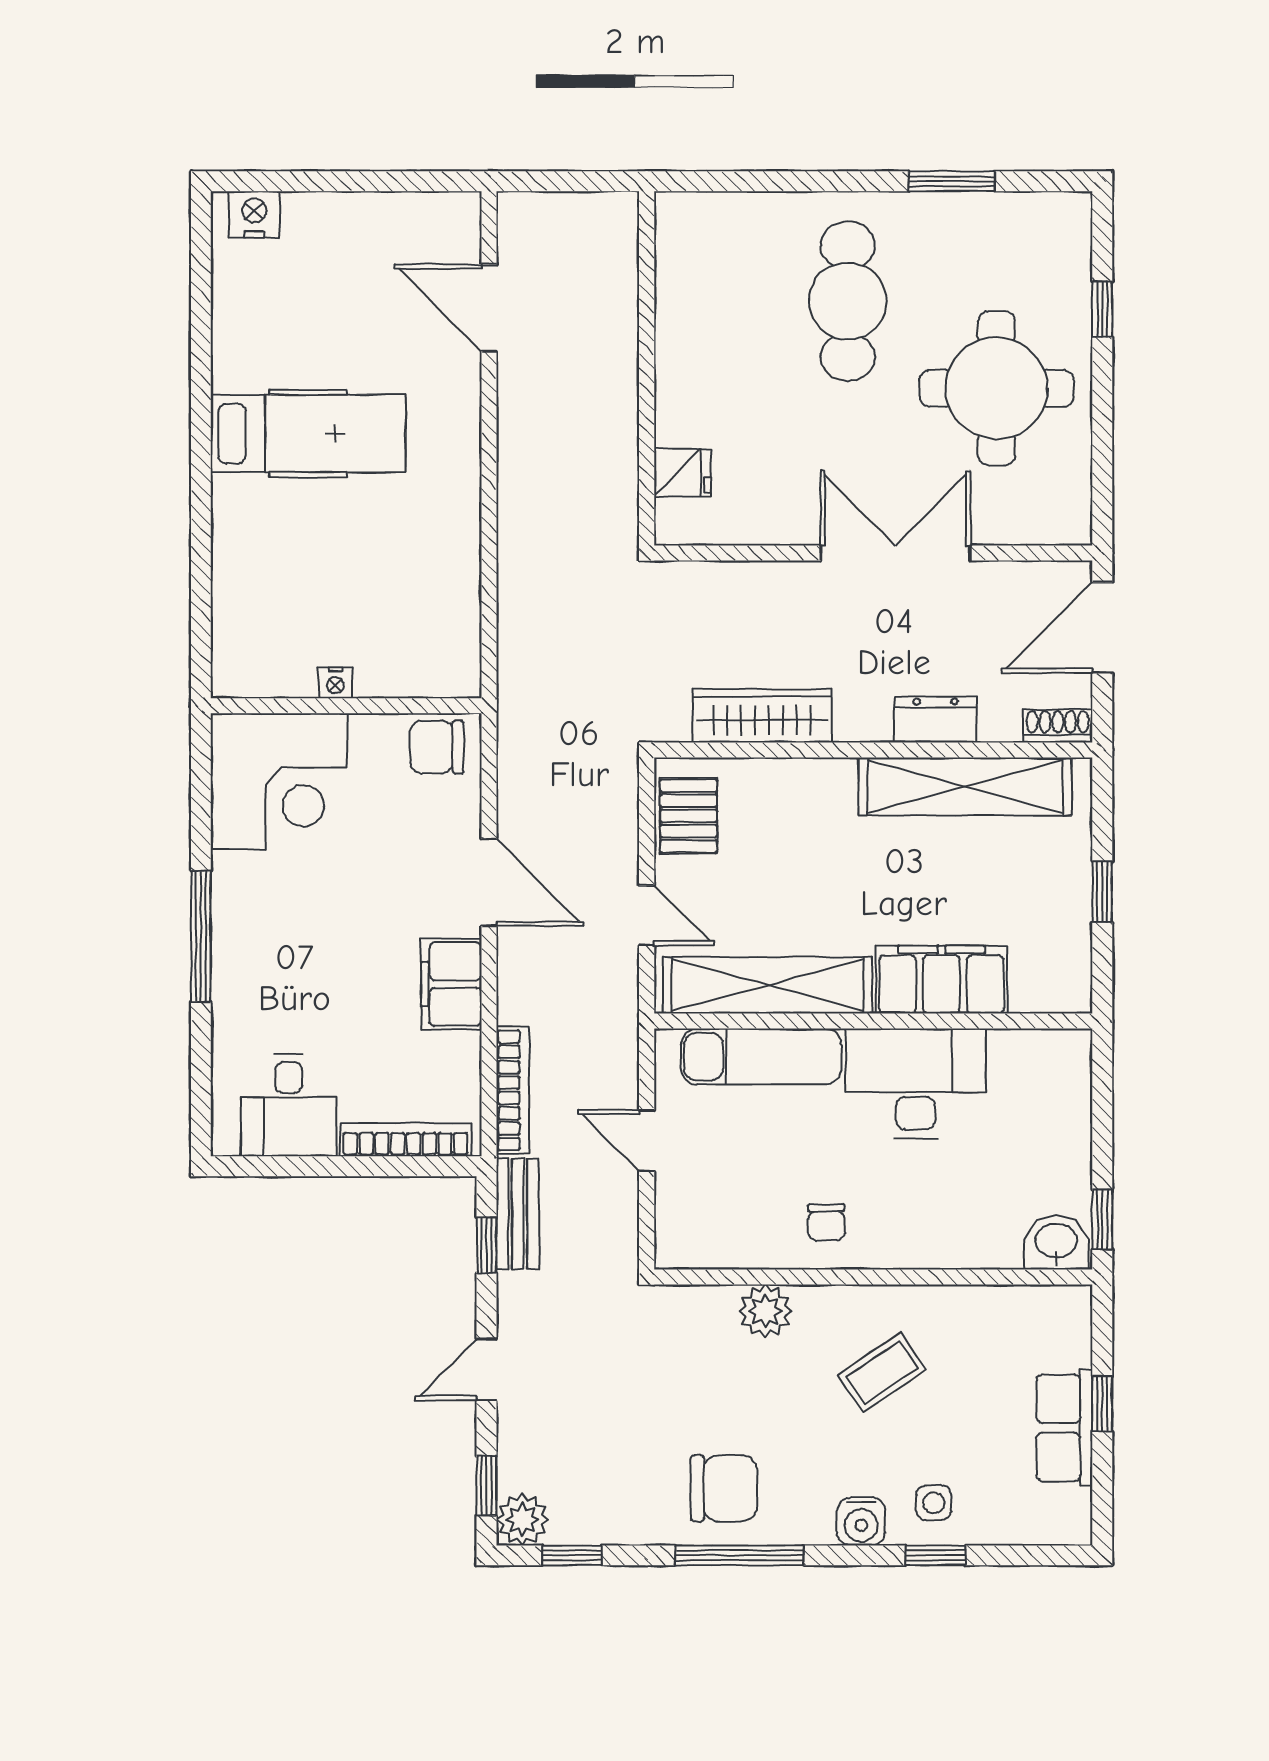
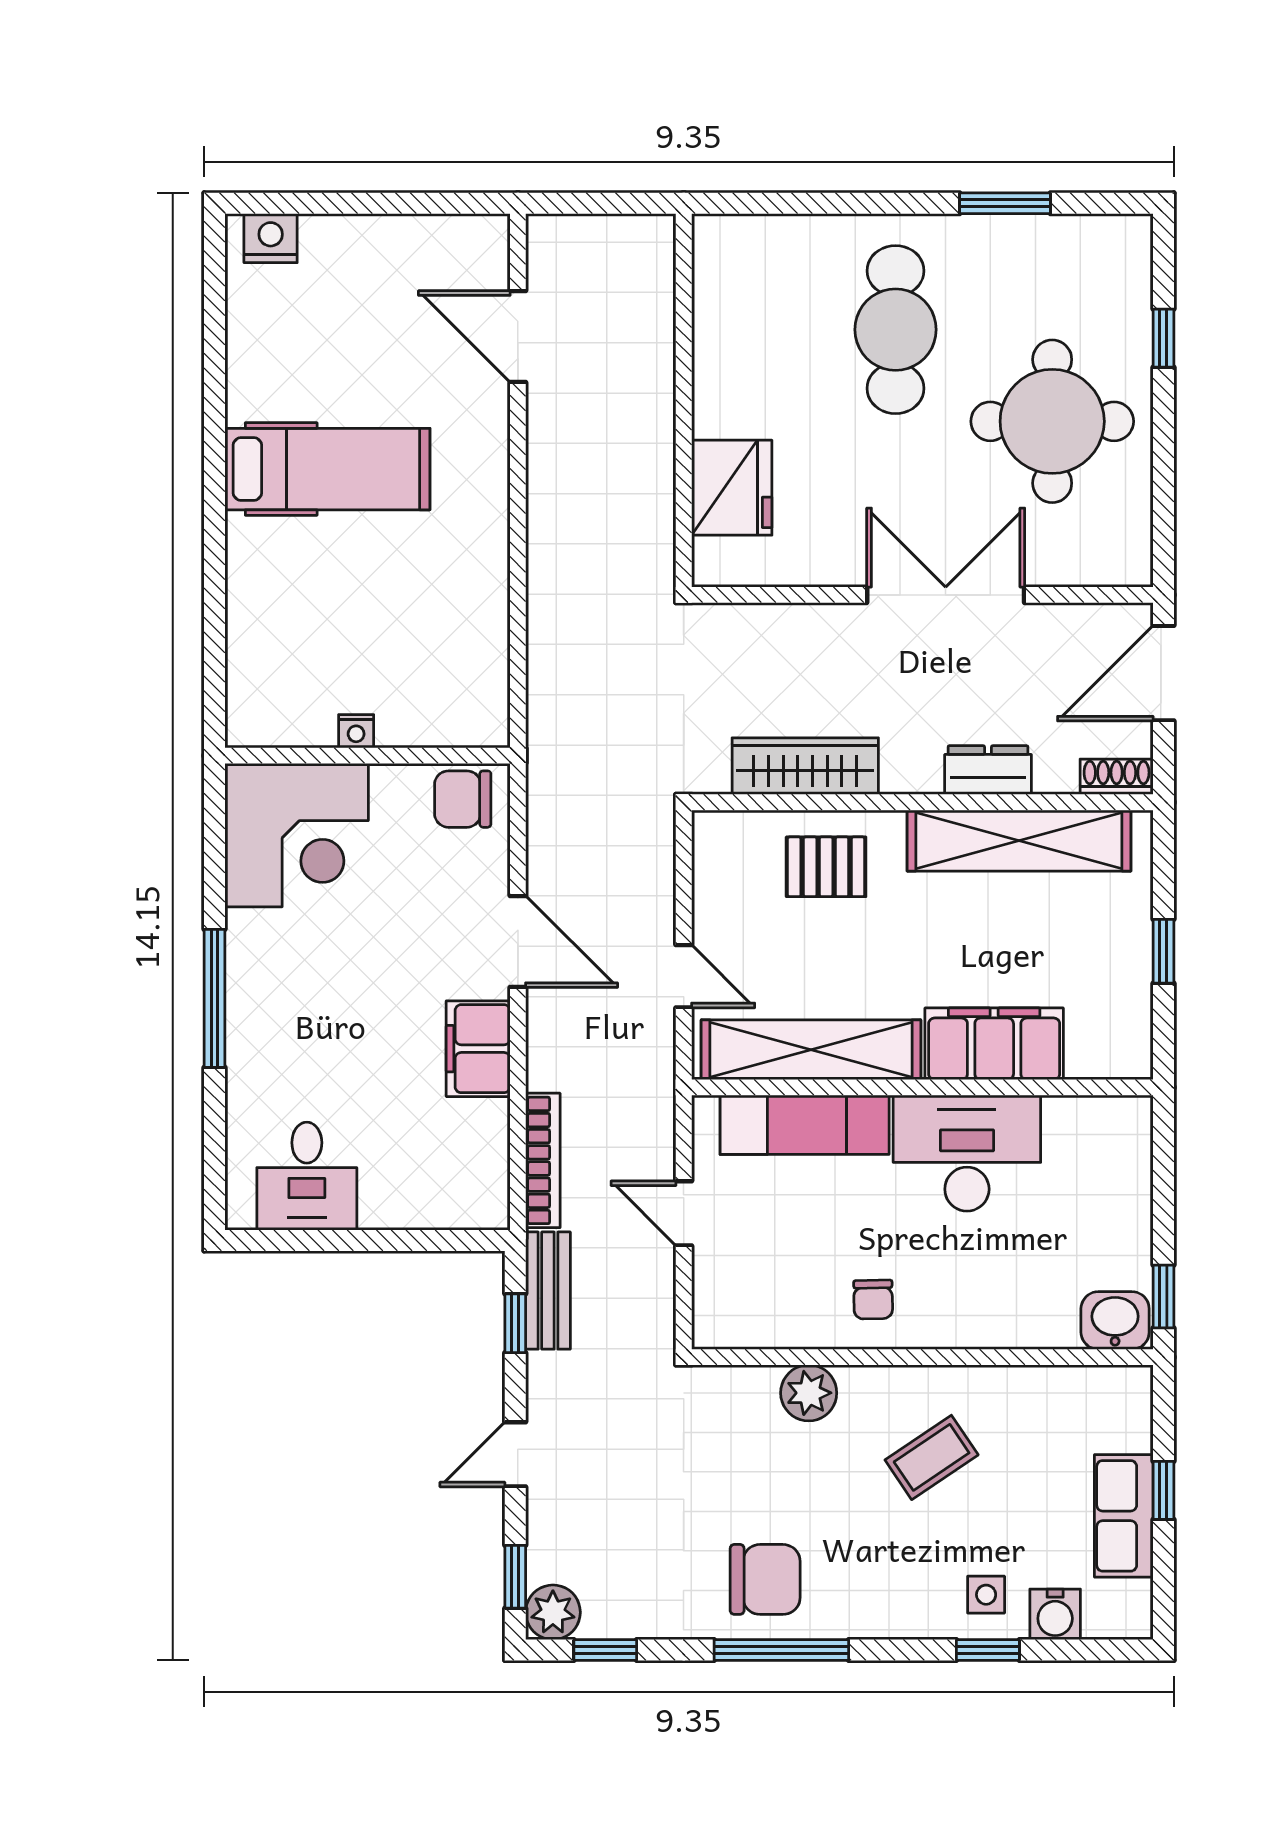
fridge: (683, 472) -> (732, 488), width x1.88, depth x1.34
pallet: (689, 816) -> (826, 867), moved, turned 90
bookcase: (406, 1140) -> (430, 1212), removed
water cooler: (861, 1521) -> (1055, 1614), moved

